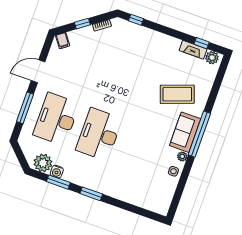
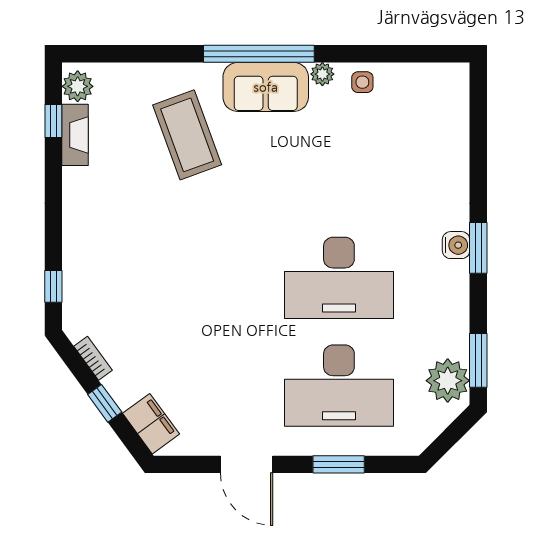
filing cabinet: (63, 41) -> (151, 424), width x2.00
window: (25, 108) -> (339, 464), width x0.69
water cooler: (57, 172) -> (456, 245), moved
window: (58, 182) -> (478, 360), moved

